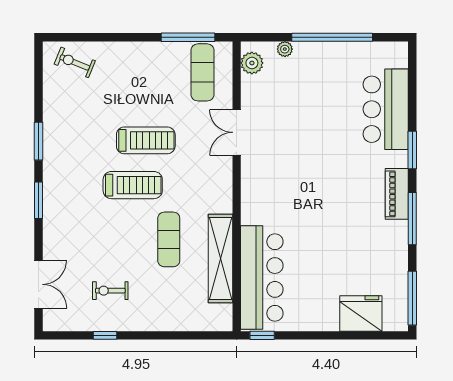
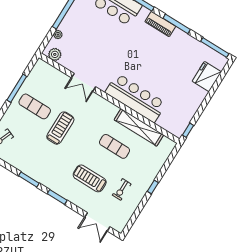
window: (188, 37) -> (17, 88), moved
exercise mat: (203, 72) -> (35, 106), moved
treadmill: (133, 185) -> (90, 178), moved, turned -90
bar counter: (262, 277) -> (136, 98), moved
double door: (39, 284) -> (97, 222), swing flipped
window: (105, 335) -> (153, 187), moved

